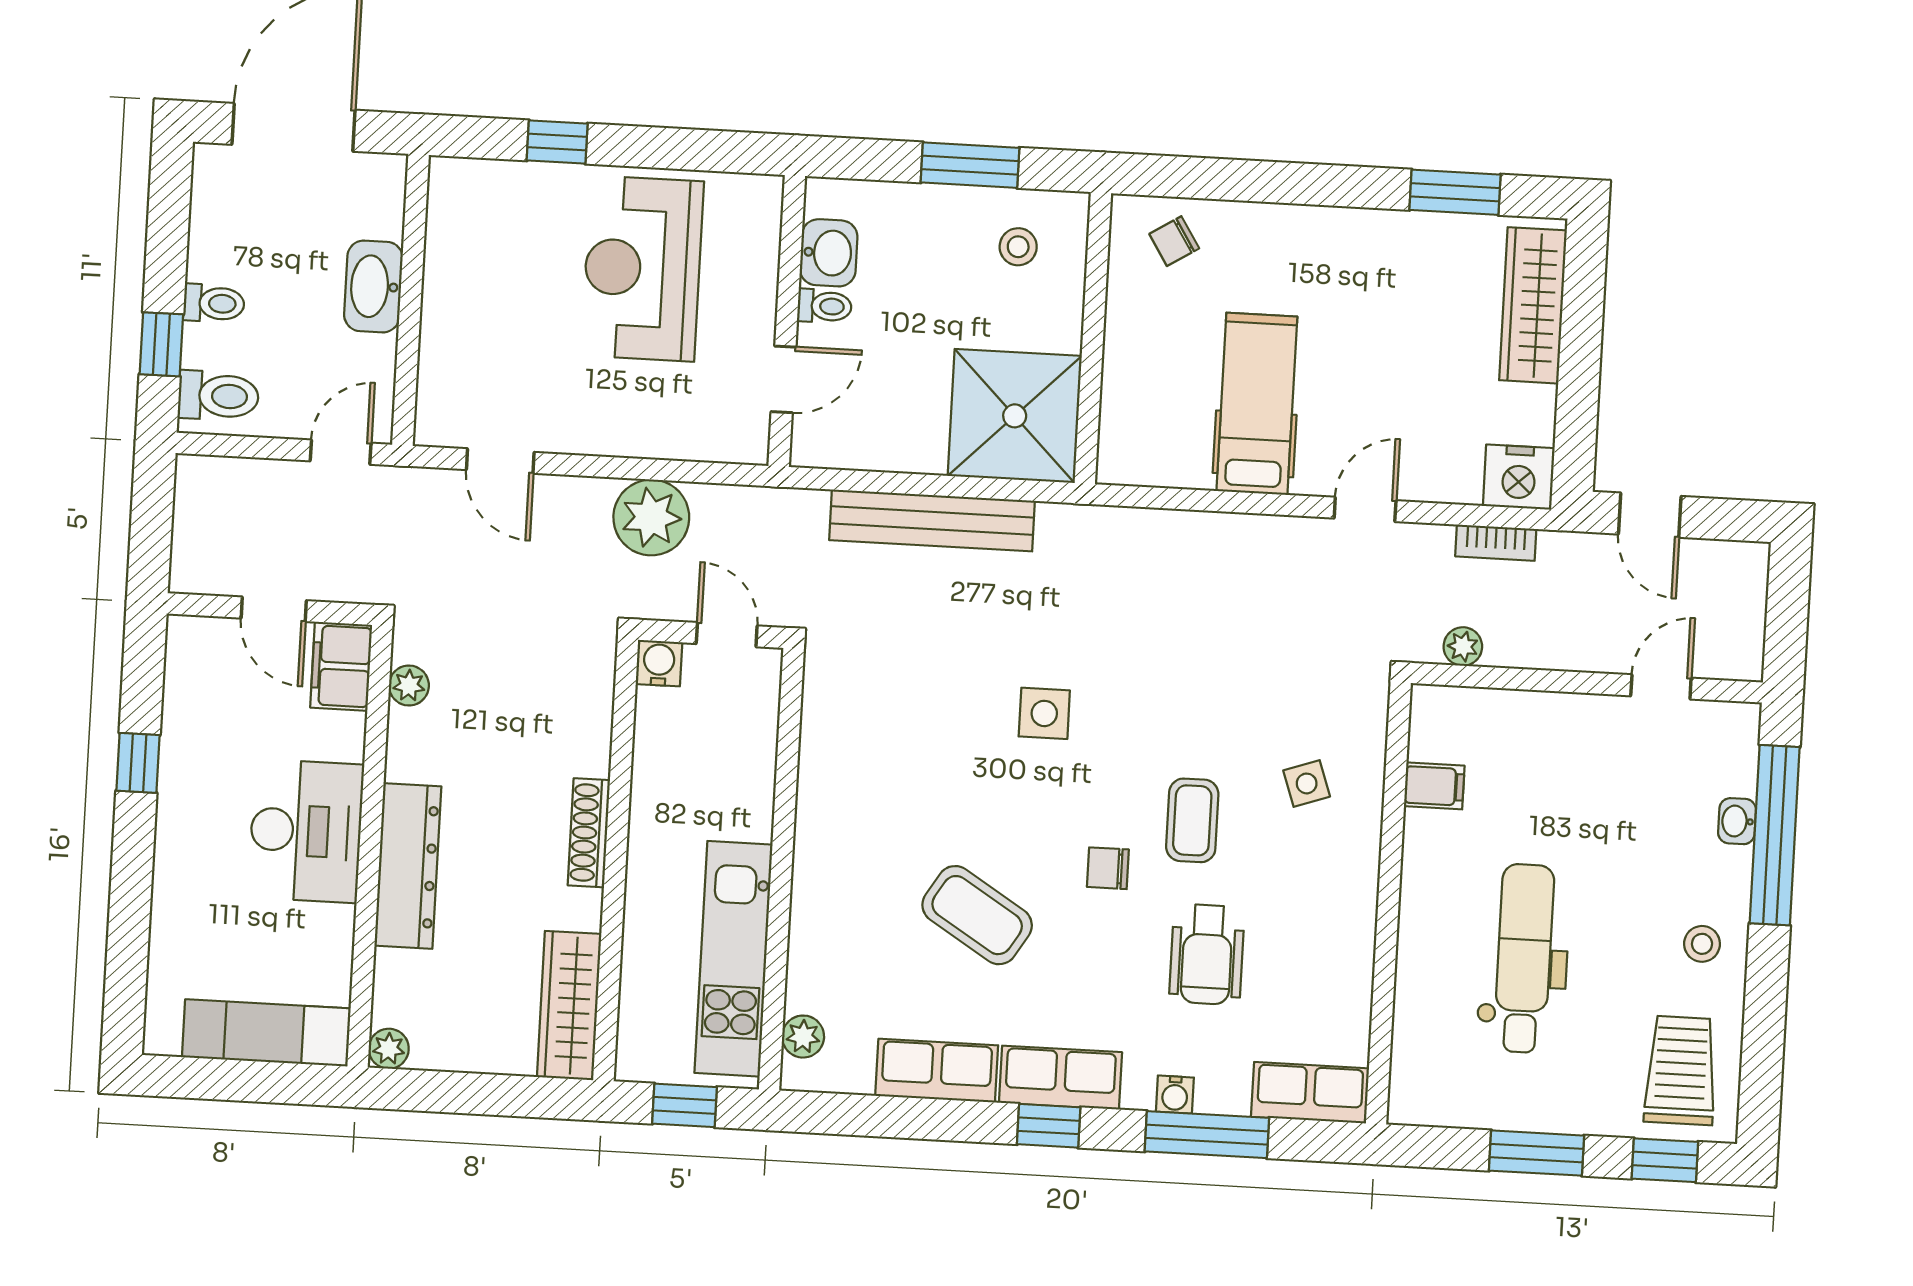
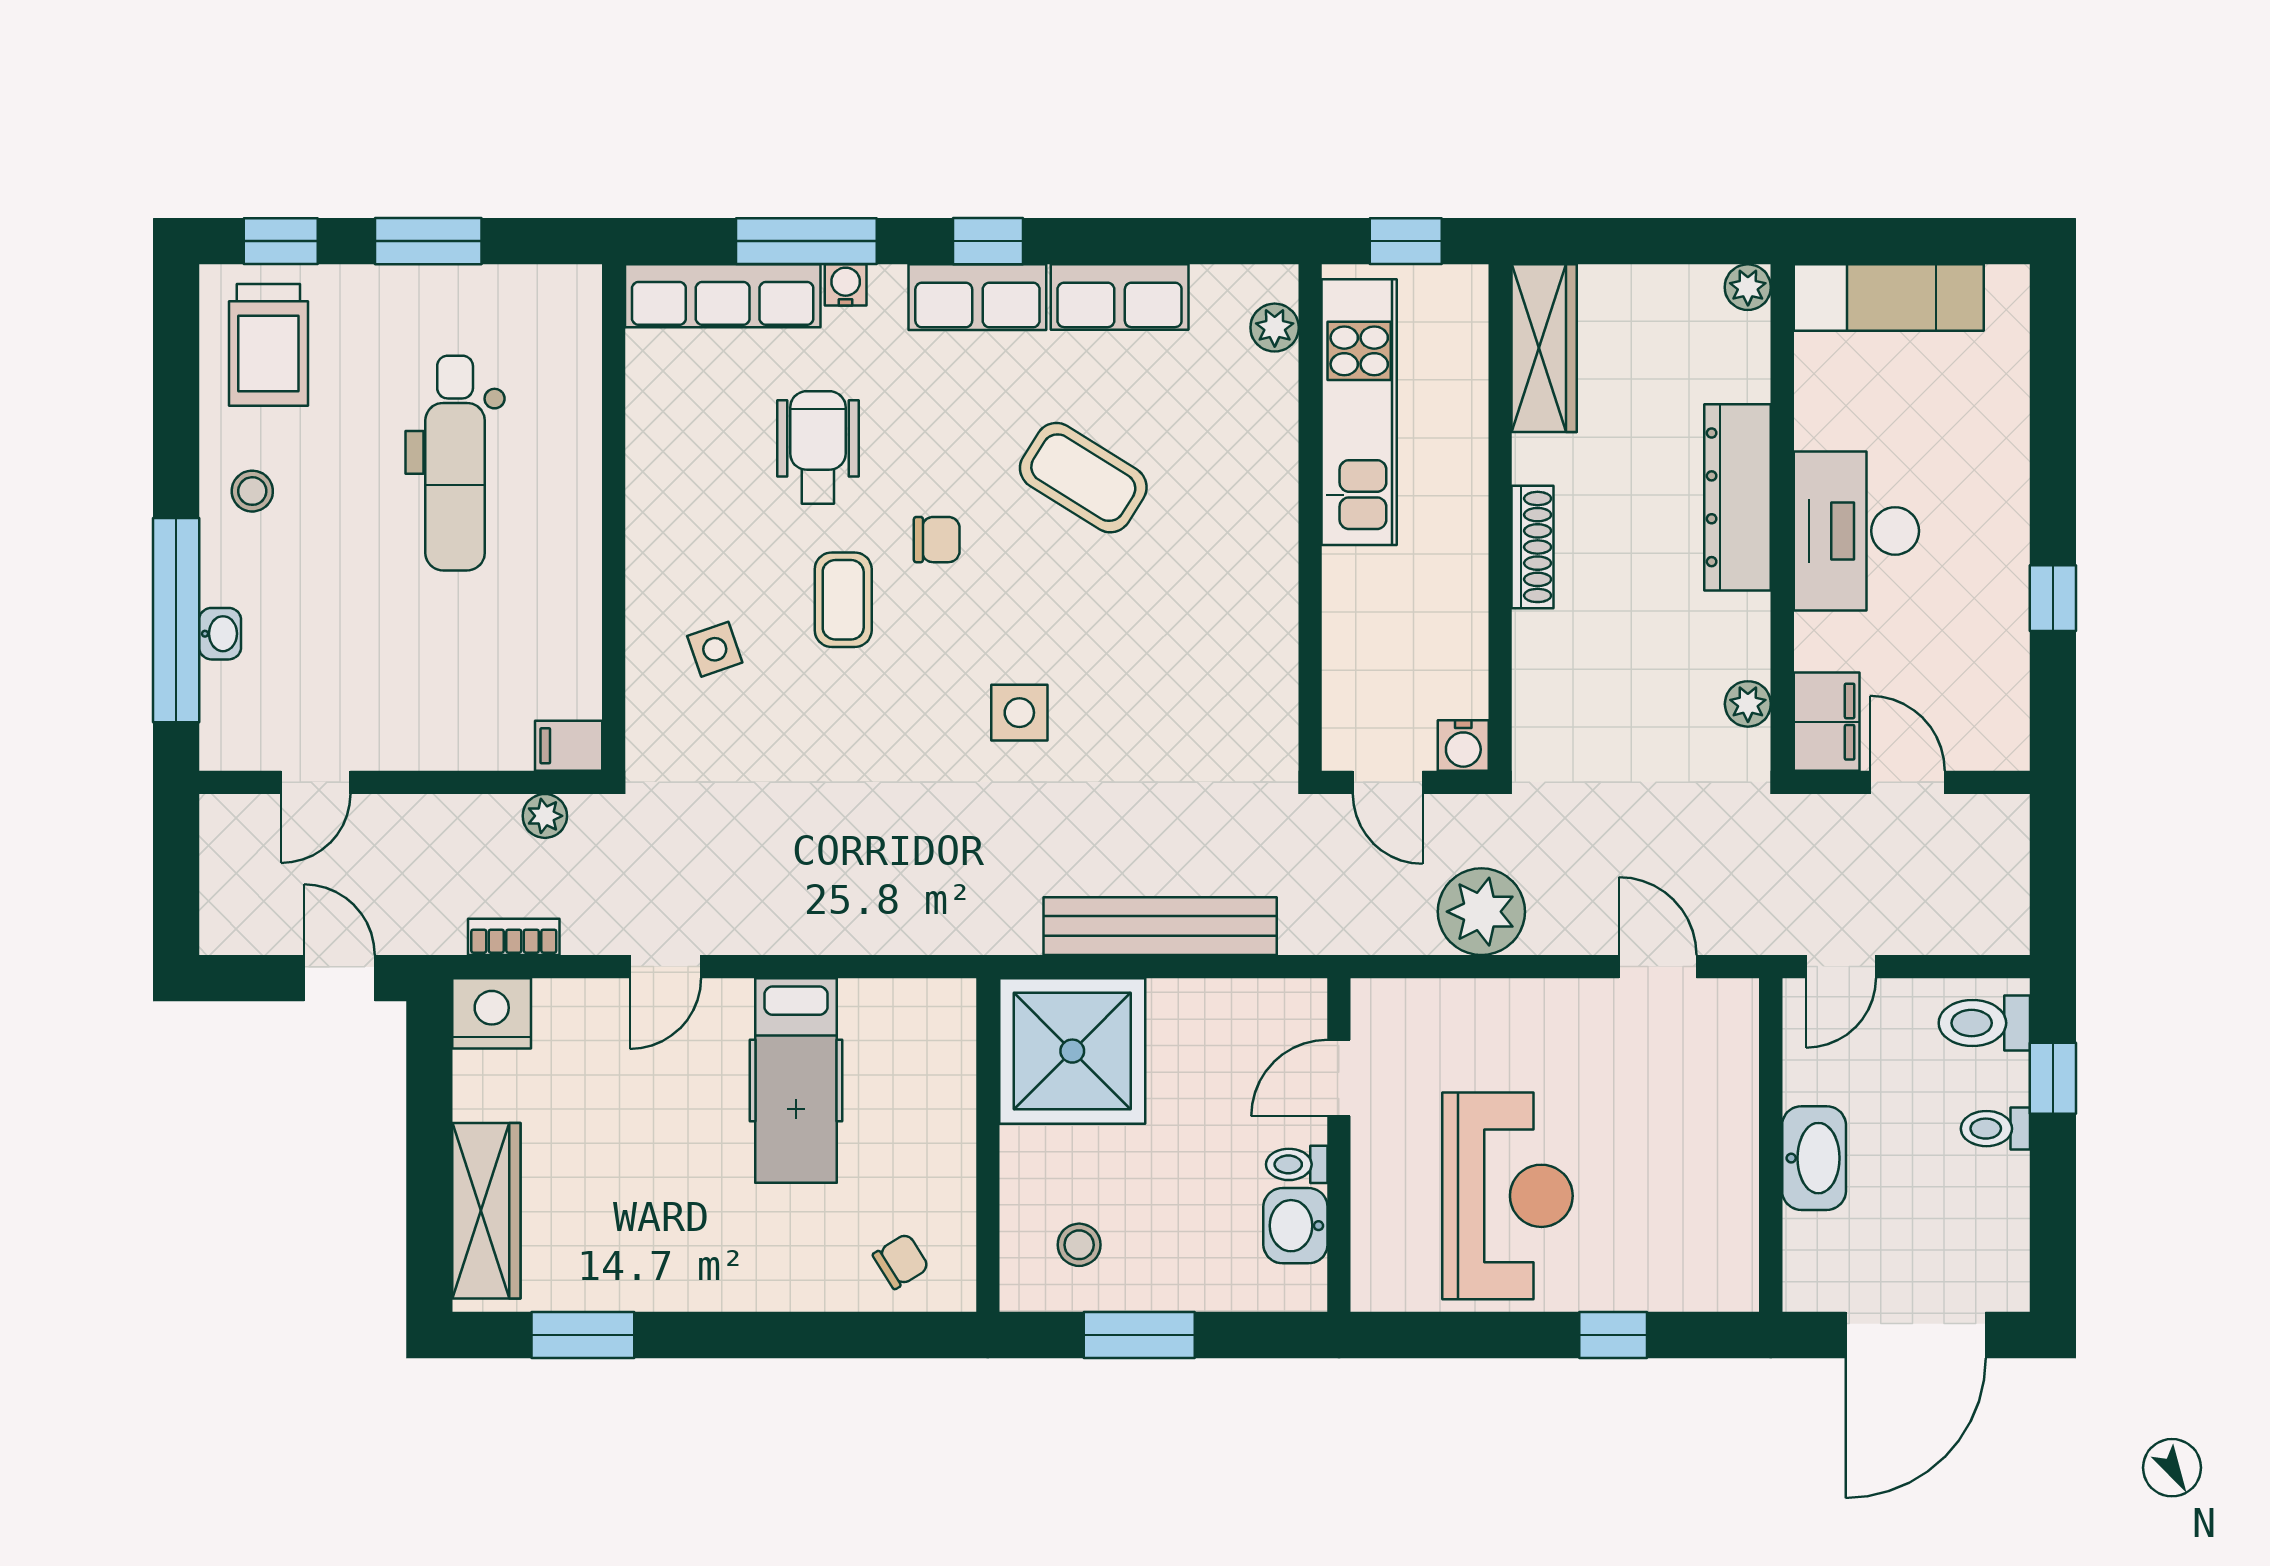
filing cabinet: (1434, 786) -> (569, 746), moved
row of seats: (1310, 1093) -> (723, 296), width x1.48

